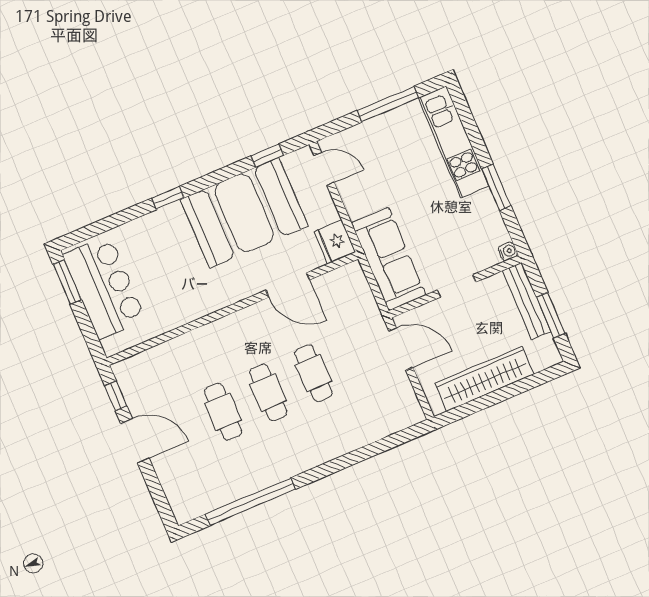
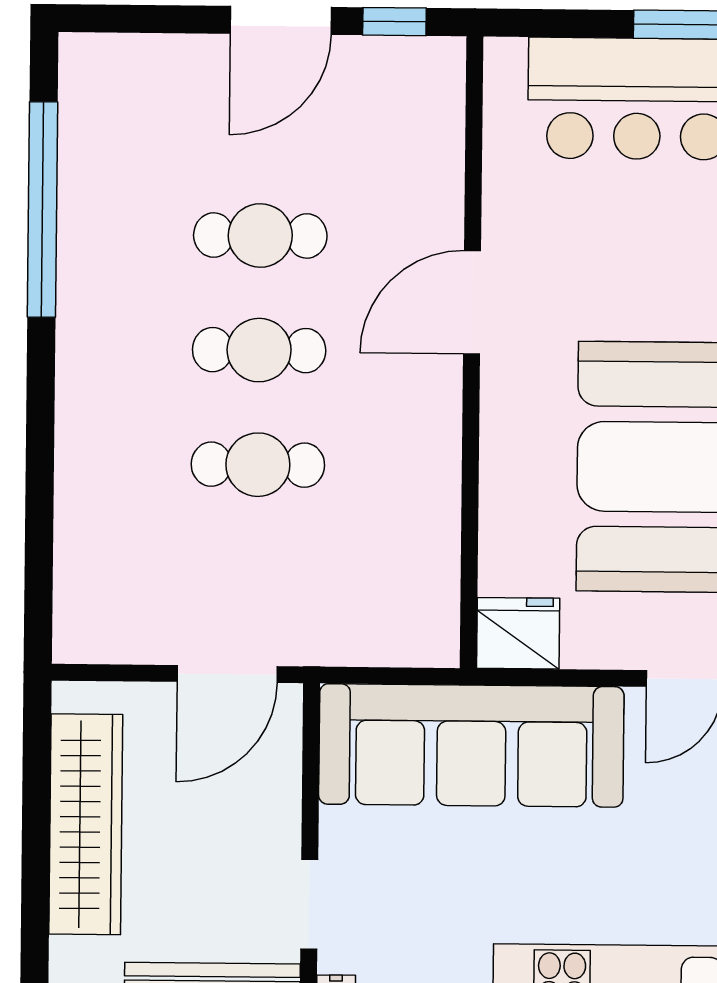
sofa: (389, 259) -> (471, 745), width x1.36, depth x1.27
door: (288, 285) -> (472, 302), moved
doorway: (457, 286) -> (309, 904), moved

